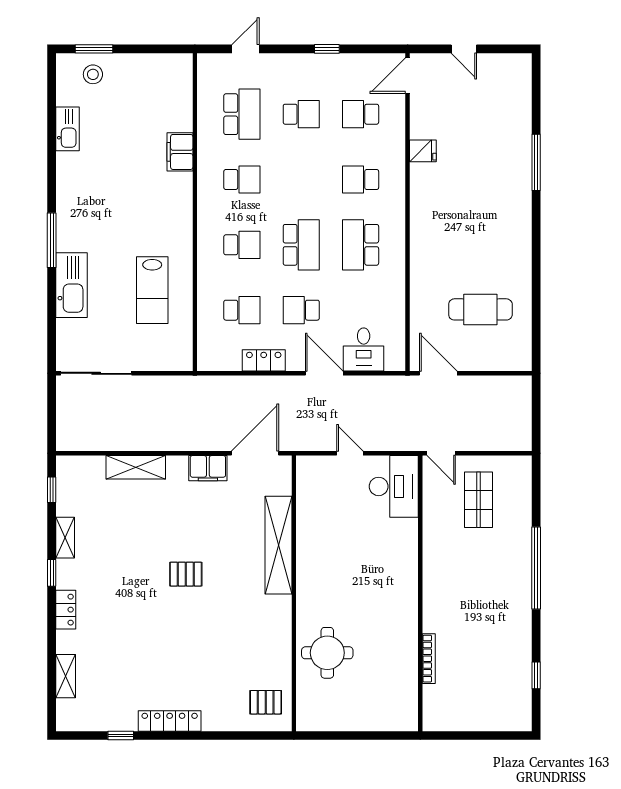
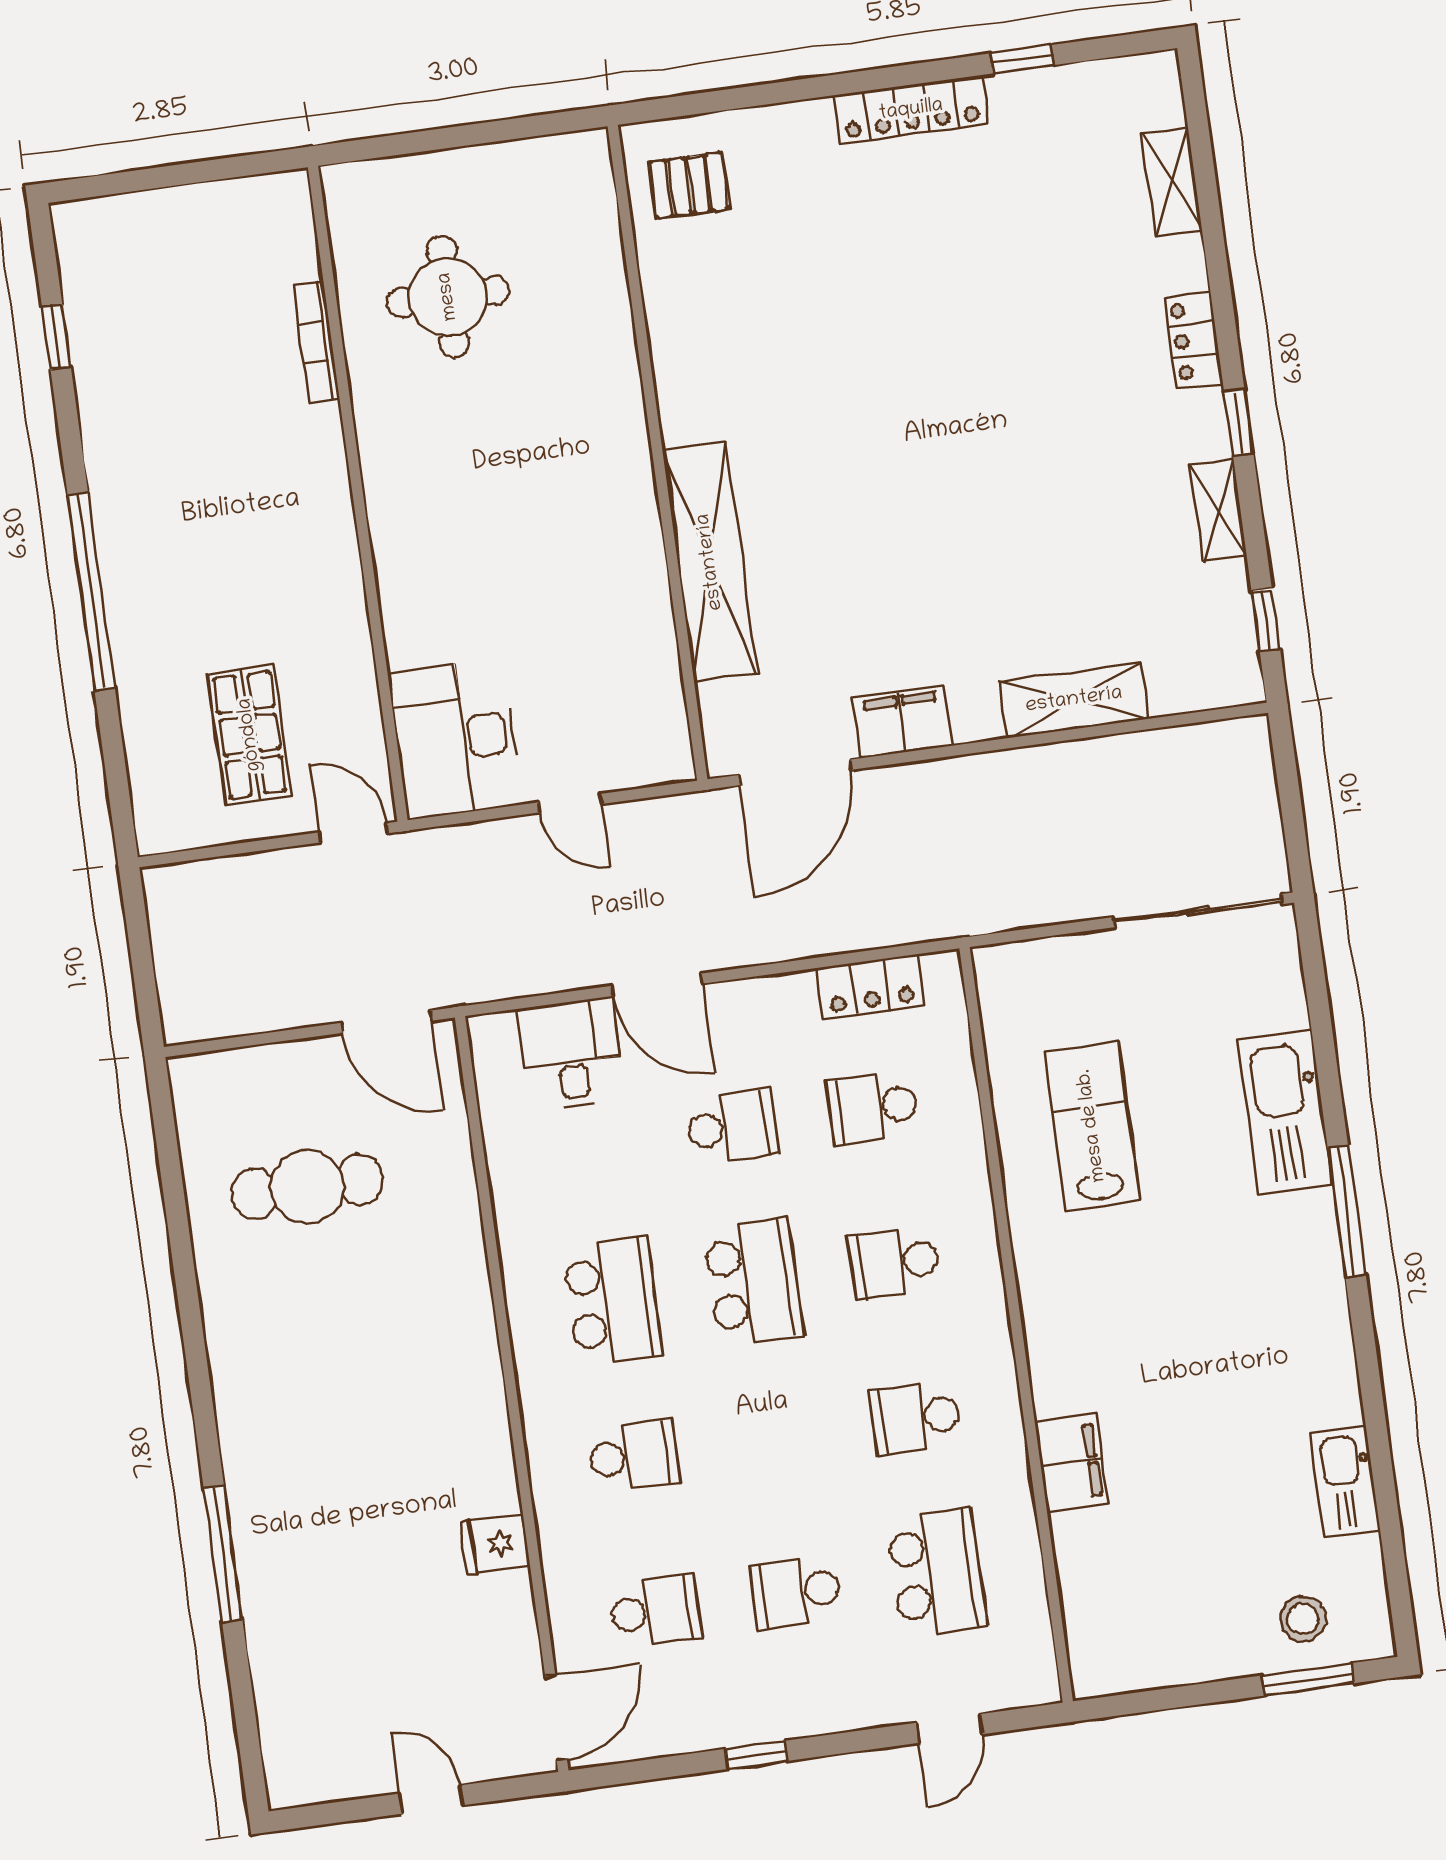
school desk: (242, 114) -> (937, 1573), turned 180
school desk: (301, 245) -> (753, 1282), turned 180
locker: (264, 360) -> (870, 987), moved
pallet: (186, 574) -> (920, 463), removed
round table: (327, 653) -> (448, 297), moved

